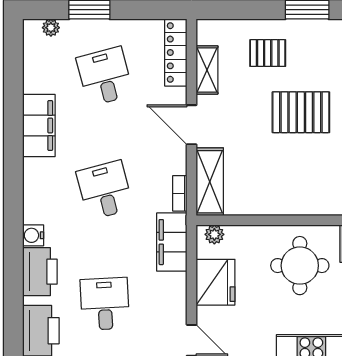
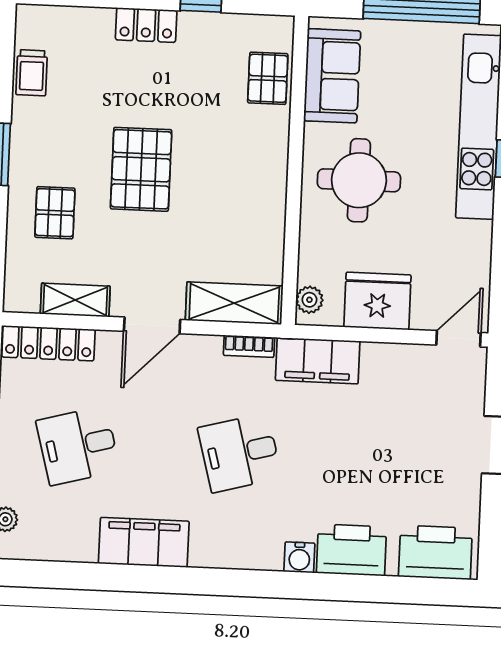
desk: (105, 304) -> (401, 460), removed

